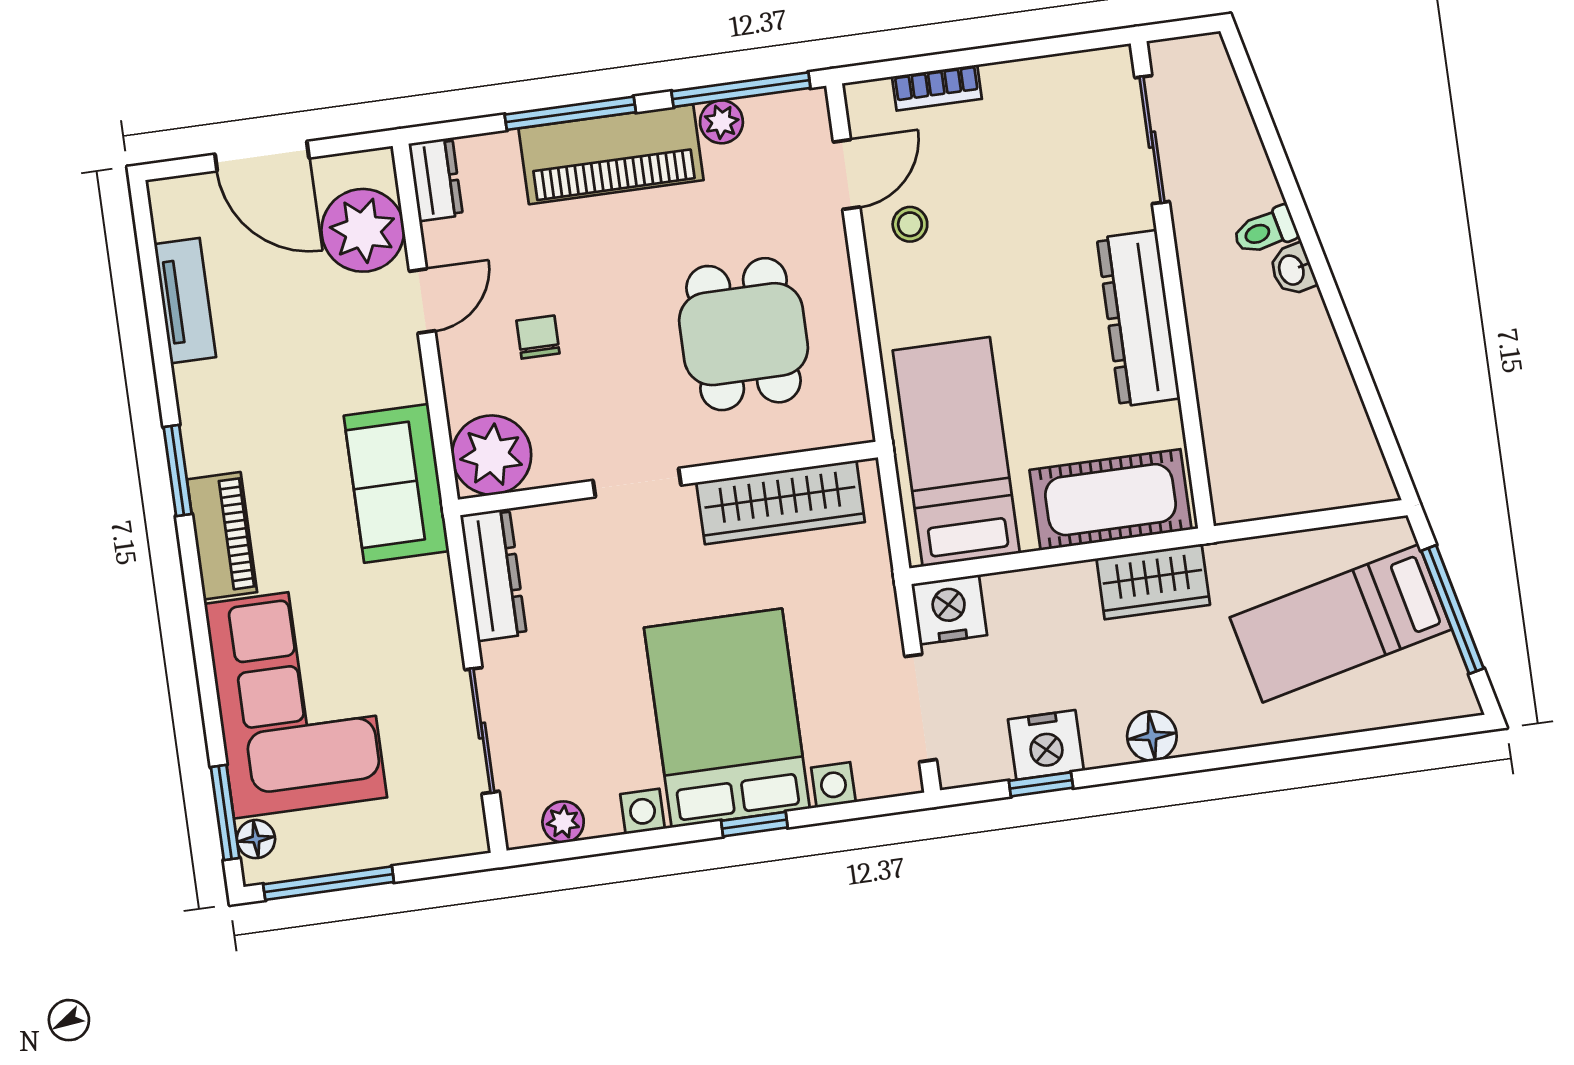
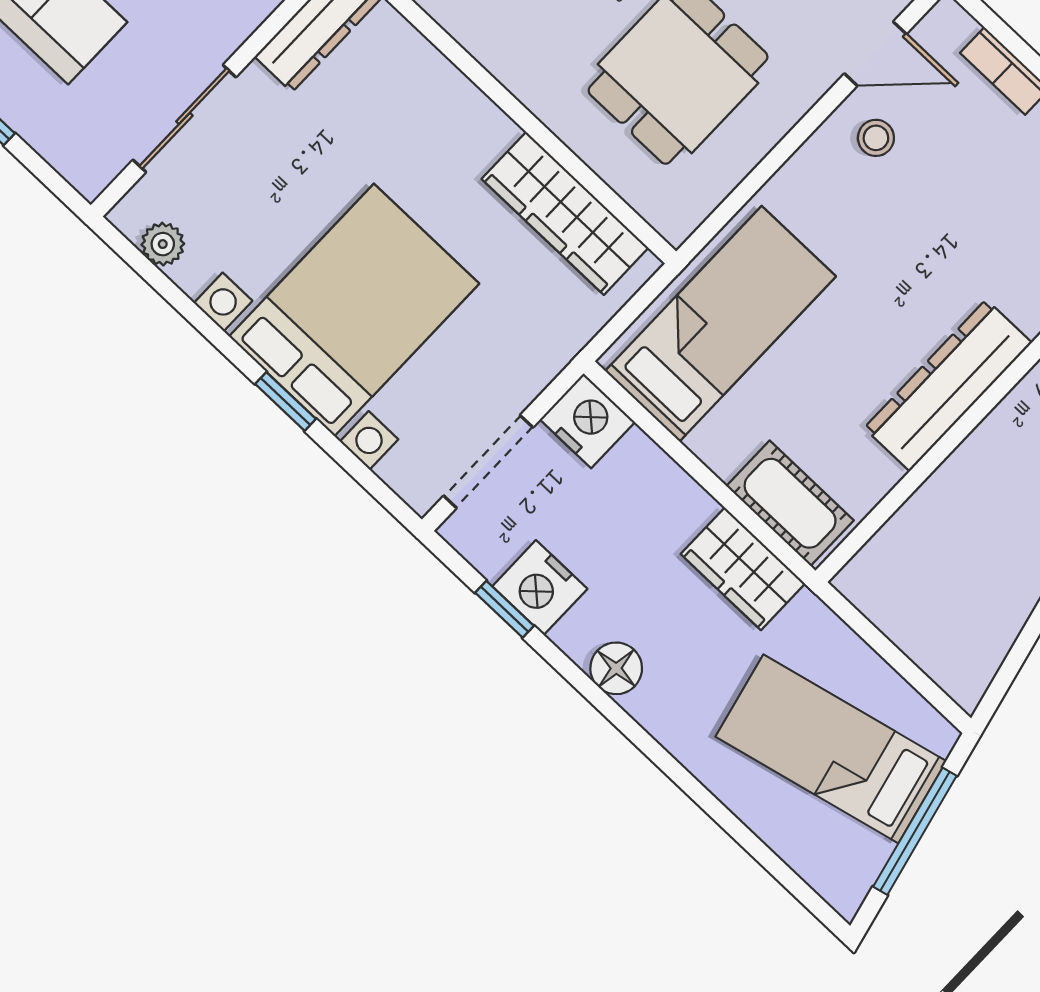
doorway: (637, 483) -> (488, 84), removed
cot: (1110, 500) -> (790, 503), width x0.73, depth x0.75

